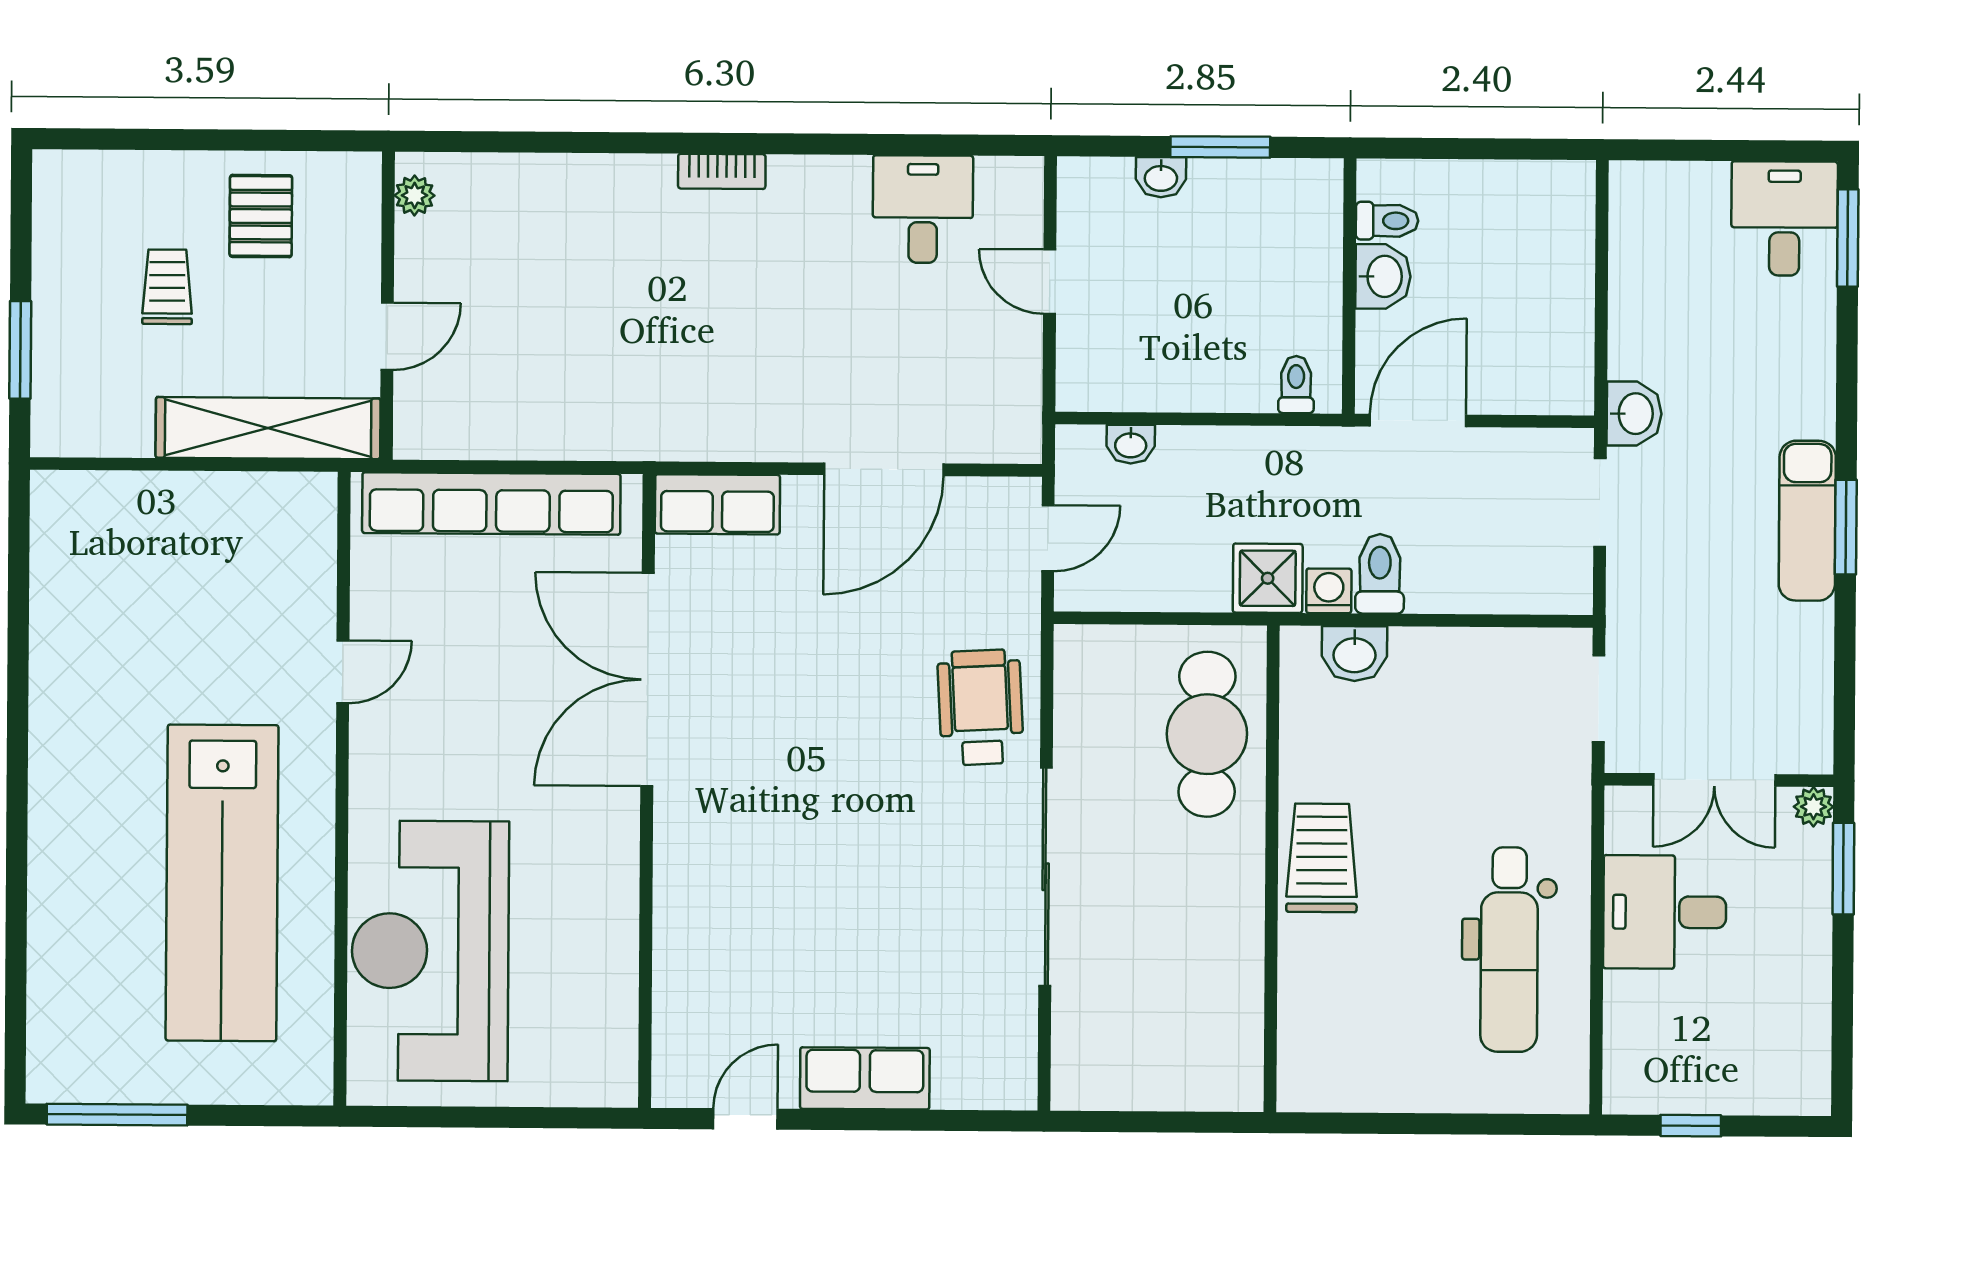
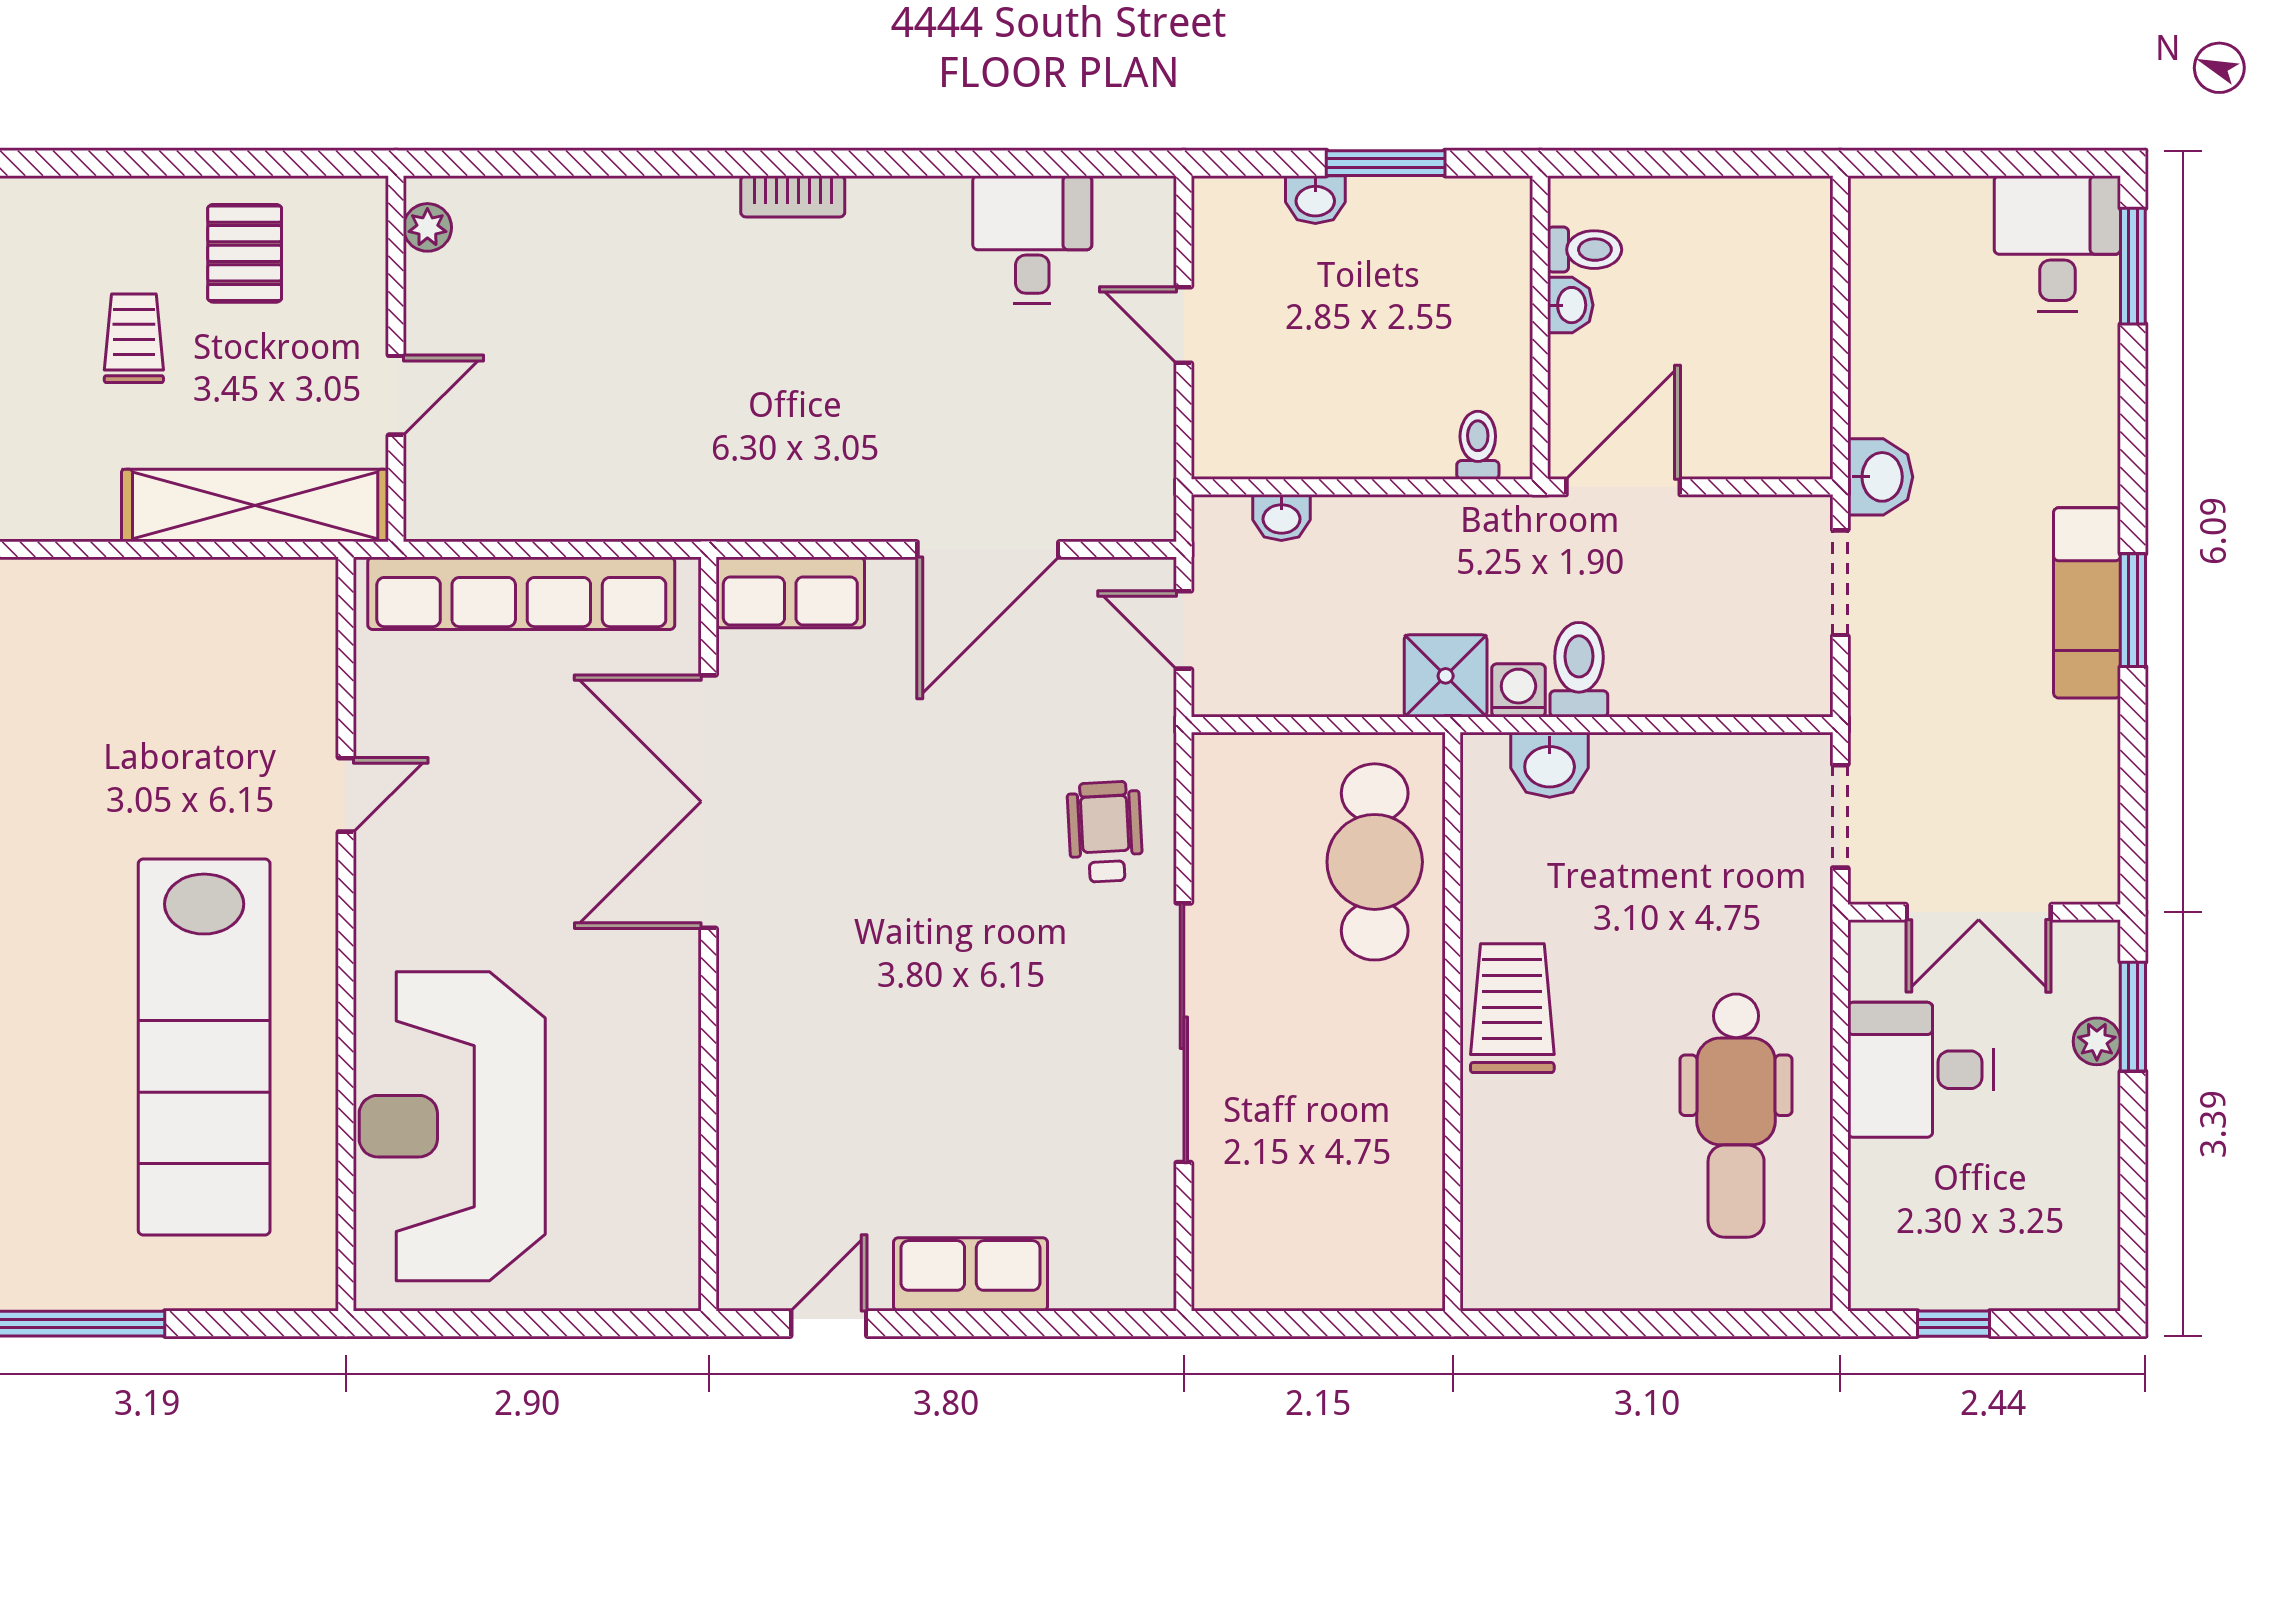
washbasin: (1383, 276) -> (1570, 305), width x0.72, depth x0.69
door: (1048, 538) -> (1184, 630), swing flipped
wheelchair: (981, 707) -> (1105, 832), width x0.73, depth x0.73
plant: (1813, 807) -> (2097, 1041), moved

